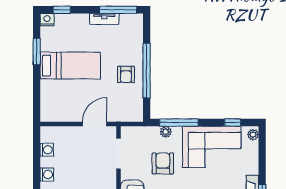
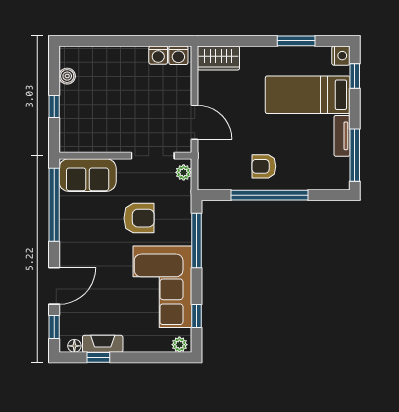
bed: (70, 66) -> (308, 95), moved, turned 90
wardrobe: (49, 107) -> (218, 58), added
plant: (166, 132) -> (184, 172), moved
washing machine: (47, 174) -> (178, 55), moved

